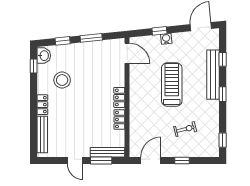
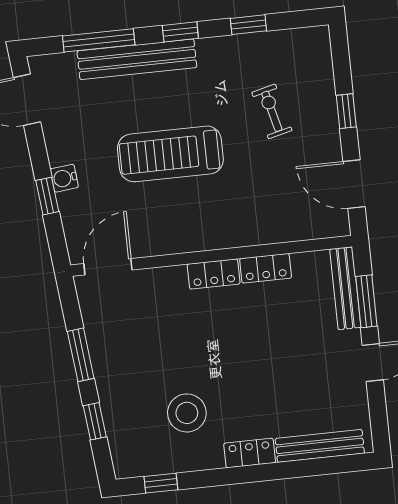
washbasin: (44, 56) -> (134, 462), removed
window: (223, 59) -> (99, 40), width x2.17
window: (223, 140) -> (248, 25), moved

